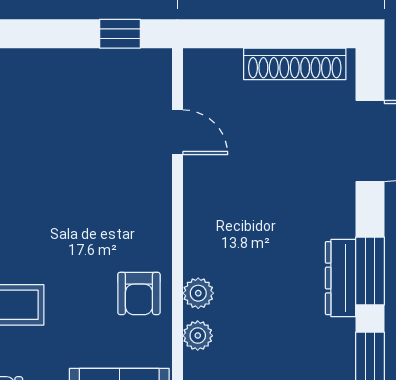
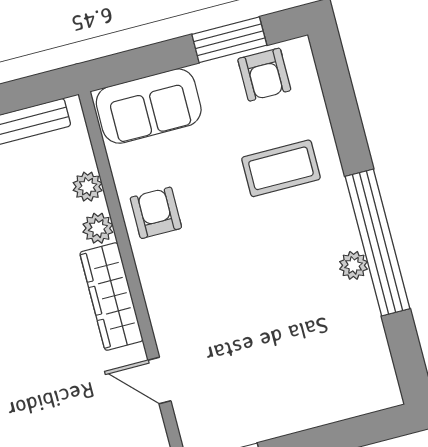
wardrobe: (202, 224) -> (111, 297), added

